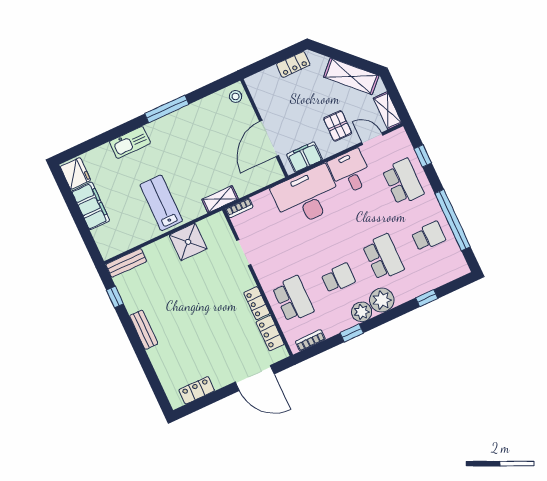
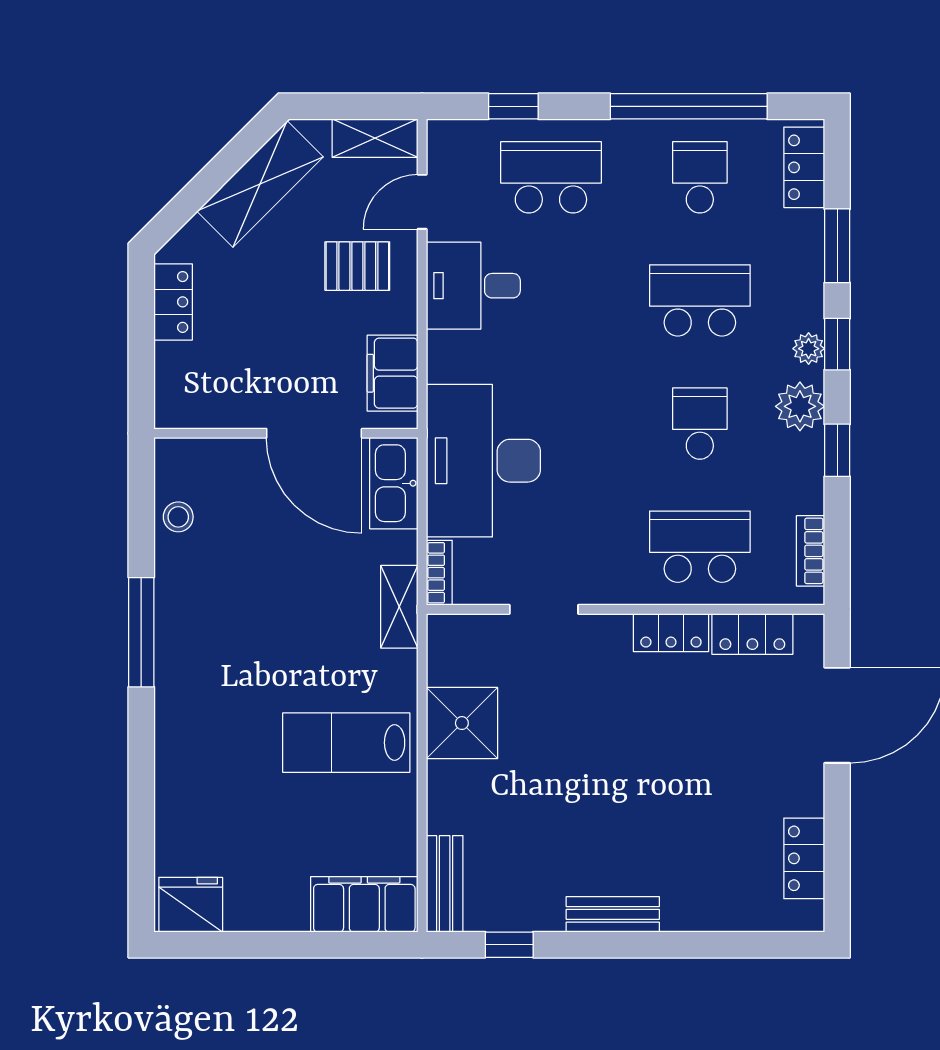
stool: (235, 96) -> (178, 517), moved
kitchen sink: (130, 142) -> (394, 483), moved, turned 180
desk: (307, 196) -> (483, 461), moved
filing cabinet: (91, 206) -> (364, 904), moved
locker: (450, 273) -> (804, 167), added
window: (427, 298) -> (837, 246), width x1.50
plant: (382, 300) -> (809, 349), width x0.53, depth x0.53
window: (391, 315) -> (837, 344), added

